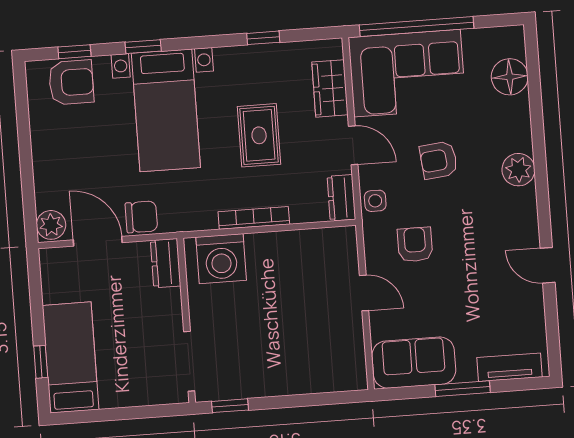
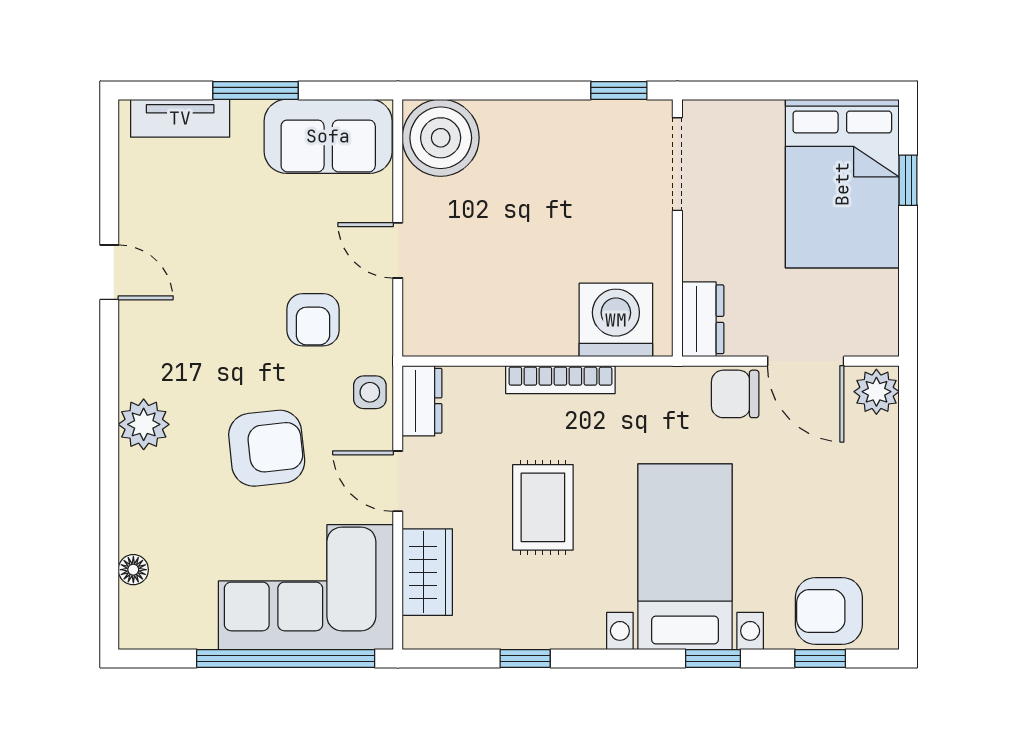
floor lamp: (510, 77) -> (133, 570), width x0.53, depth x0.53
armchair: (439, 160) -> (267, 448), width x1.38, depth x1.38
bed: (71, 357) -> (842, 184), width x1.50
boiler: (342, 367) -> (441, 138), added

